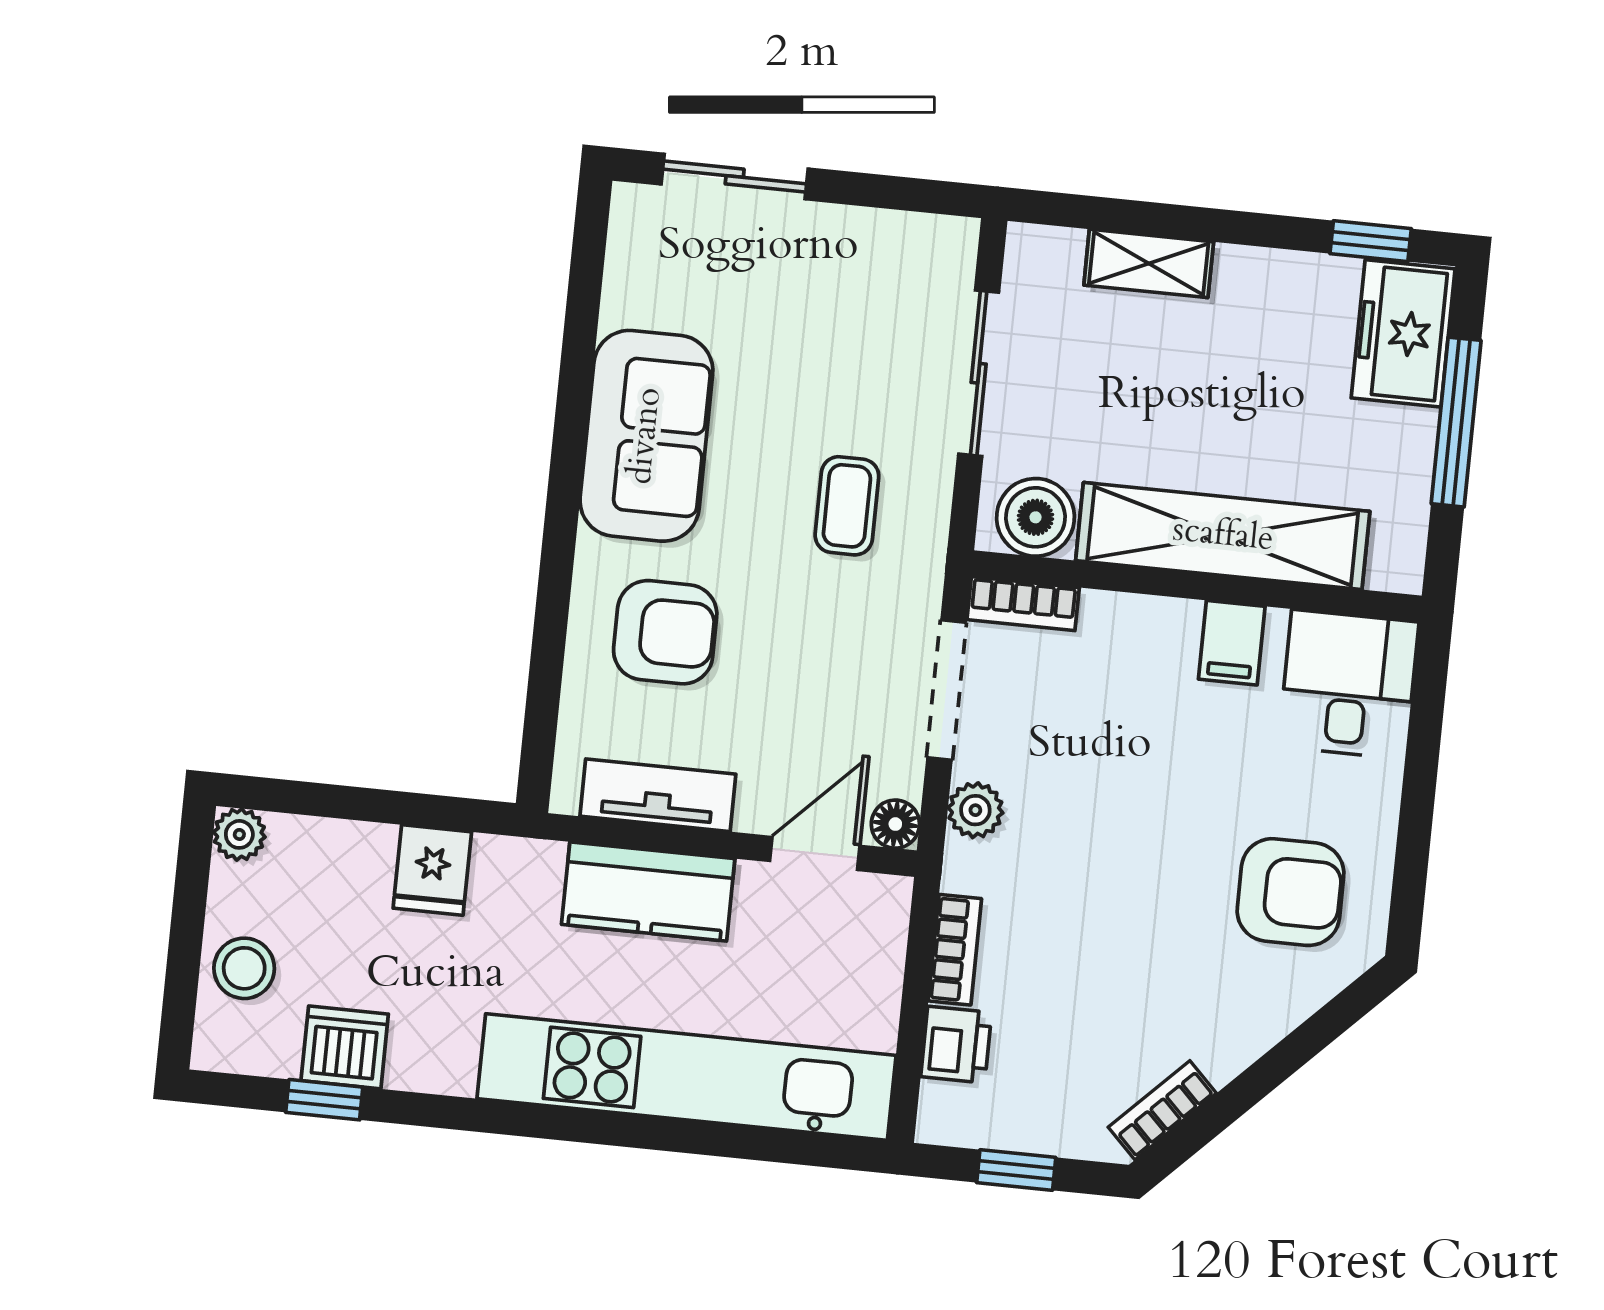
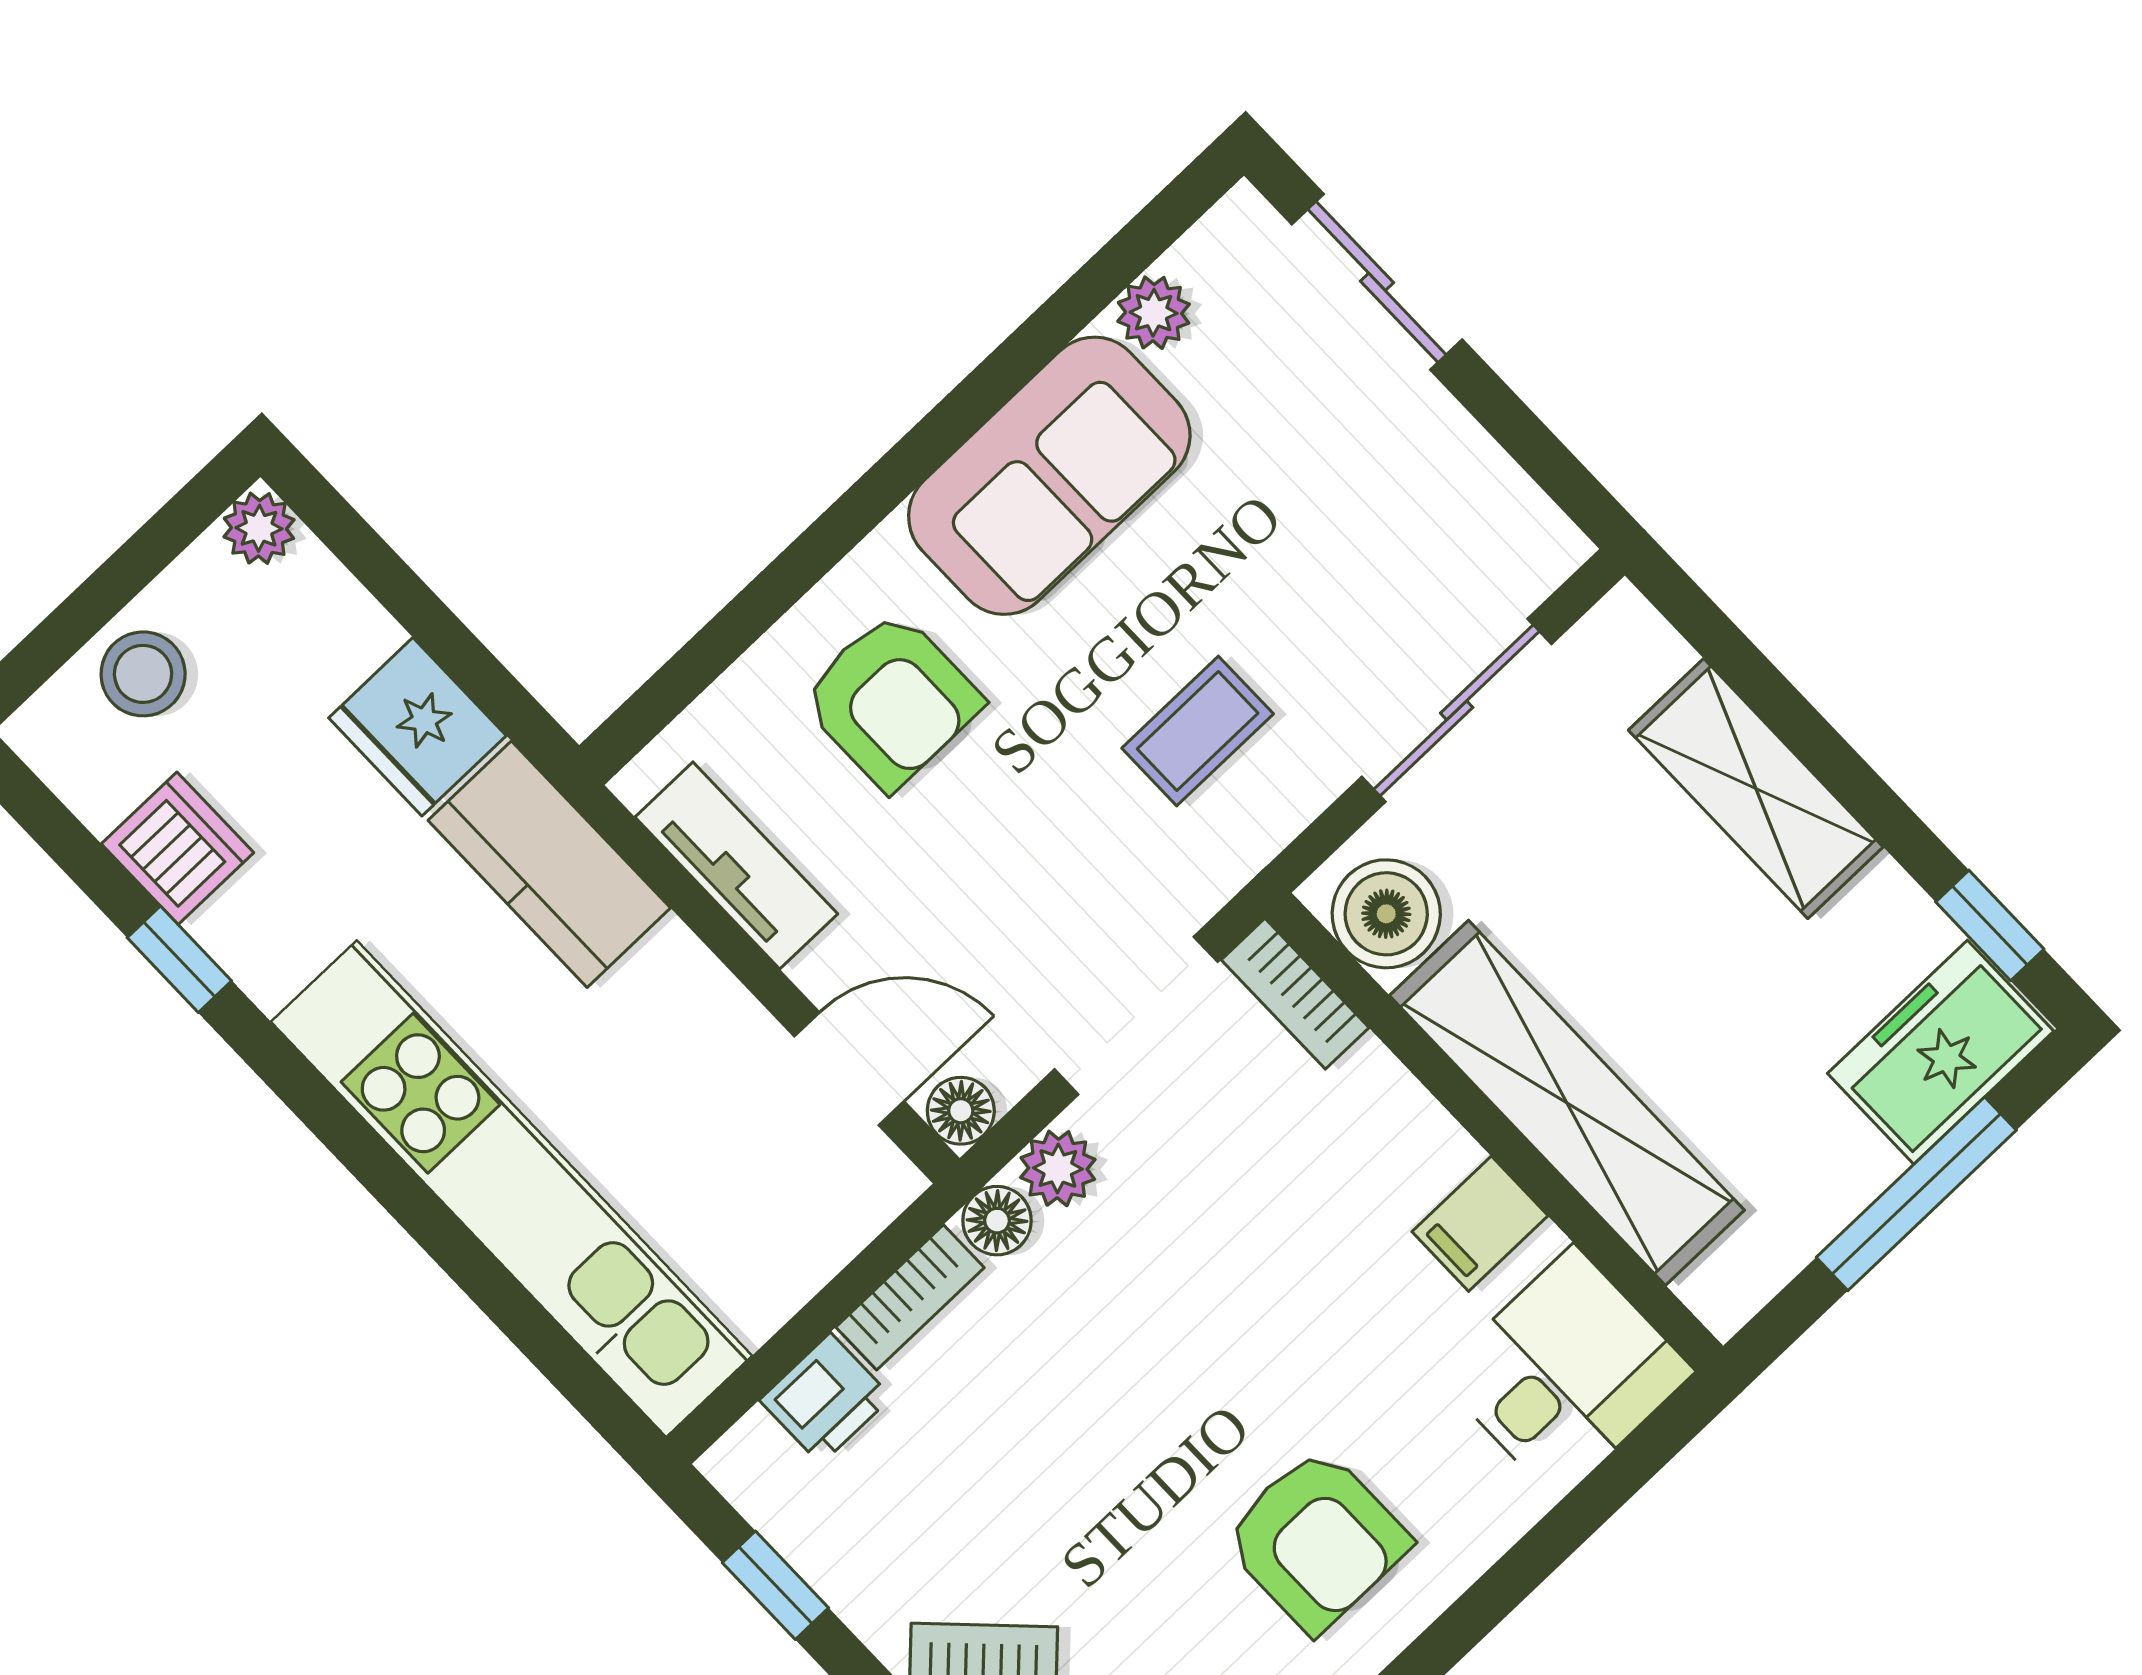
shelving: (1149, 263) -> (1756, 789), width x1.50, depth x1.33
plant: (627, 298) -> (1154, 313), added
floor lamp: (967, 867) -> (997, 1221), added
fridge: (432, 870) -> (417, 727), width x1.38
kitchen counter: (648, 892) -> (549, 864), moved
window: (324, 1100) -> (179, 959), moved

